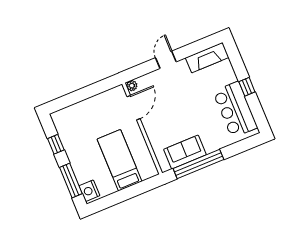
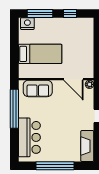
window: (247, 87) -> (55, 166), width x3.17
bar counter: (235, 110) -> (29, 137), moved, turned 90
sofa: (185, 152) -> (38, 88), moved, turned 90

